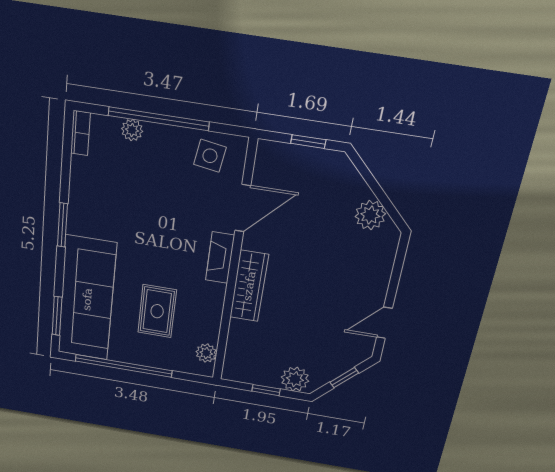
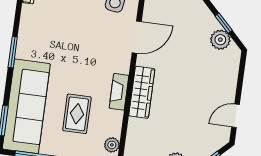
window: (377, 190) -> (224, 23), added
fireplace: (220, 258) -> (119, 92), moved

